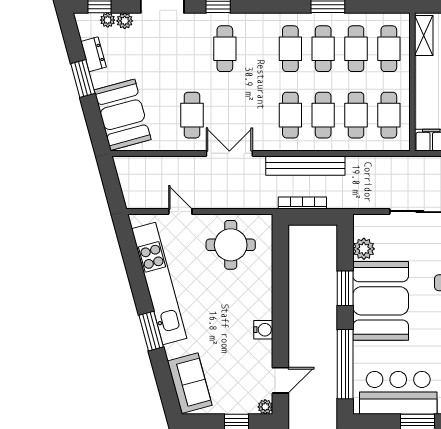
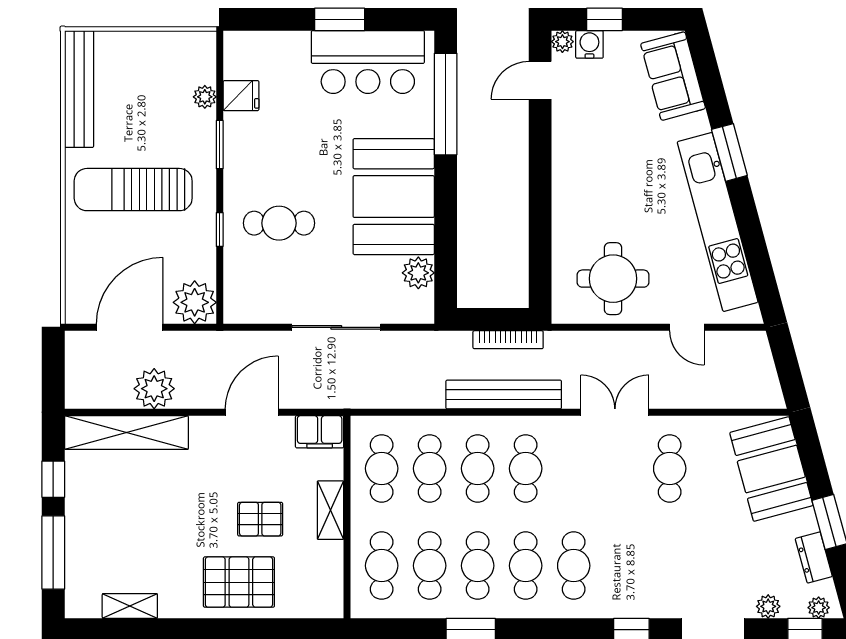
plant: (108, 20) -> (819, 608), moved
shelving: (424, 35) -> (331, 510), moved
cafe table: (225, 49) -> (574, 566), moved
double door: (229, 153) -> (615, 412), swing flipped
window: (345, 288) -> (446, 215), removed
water cooler: (263, 330) -> (589, 44), moved, turned 90

